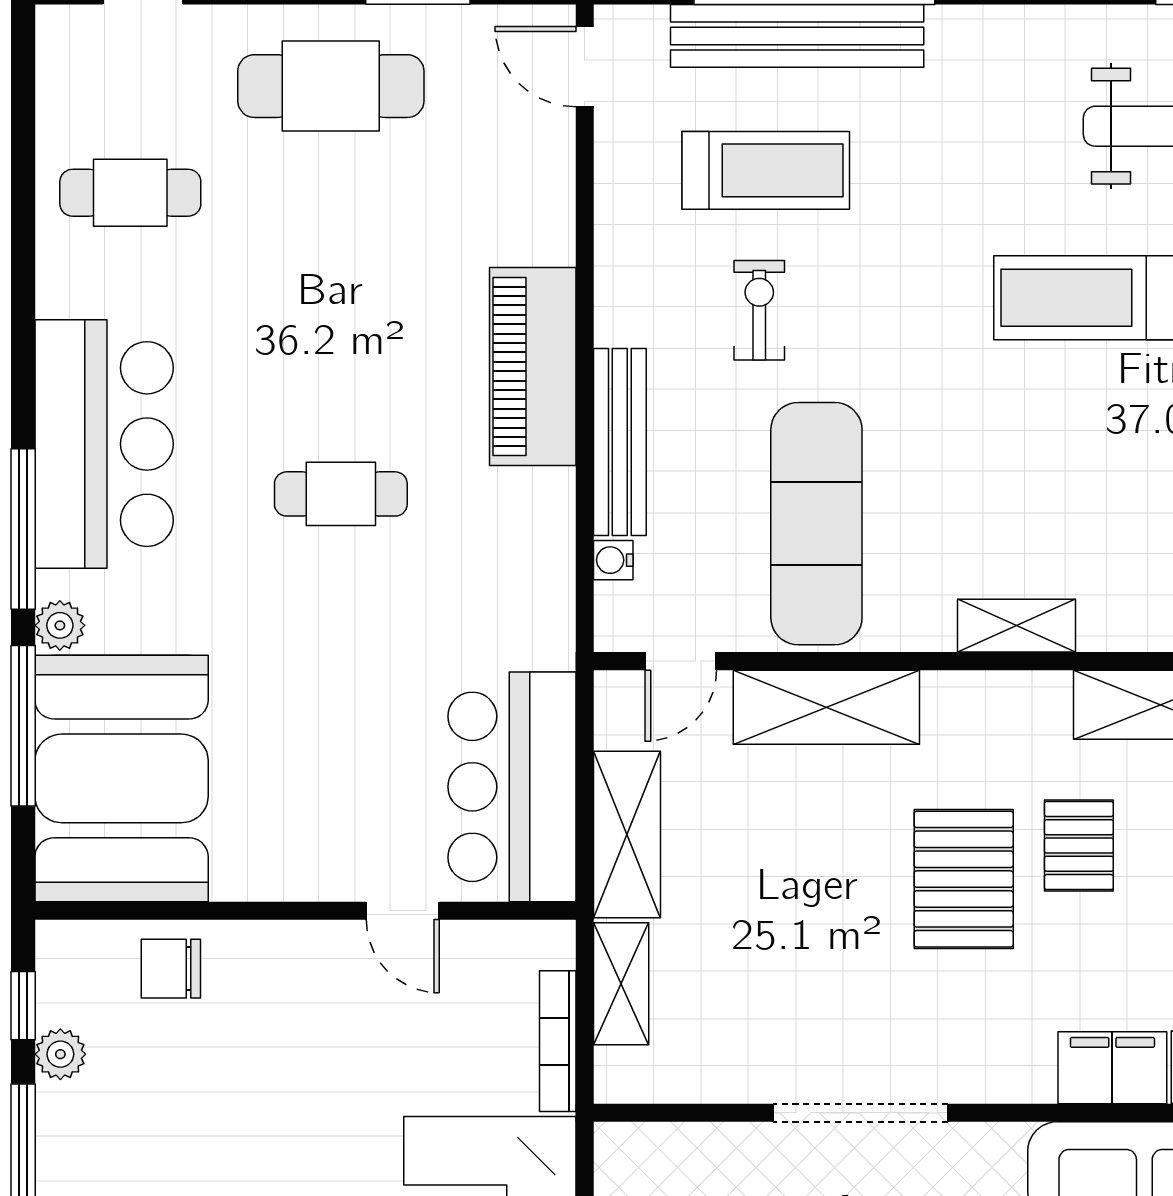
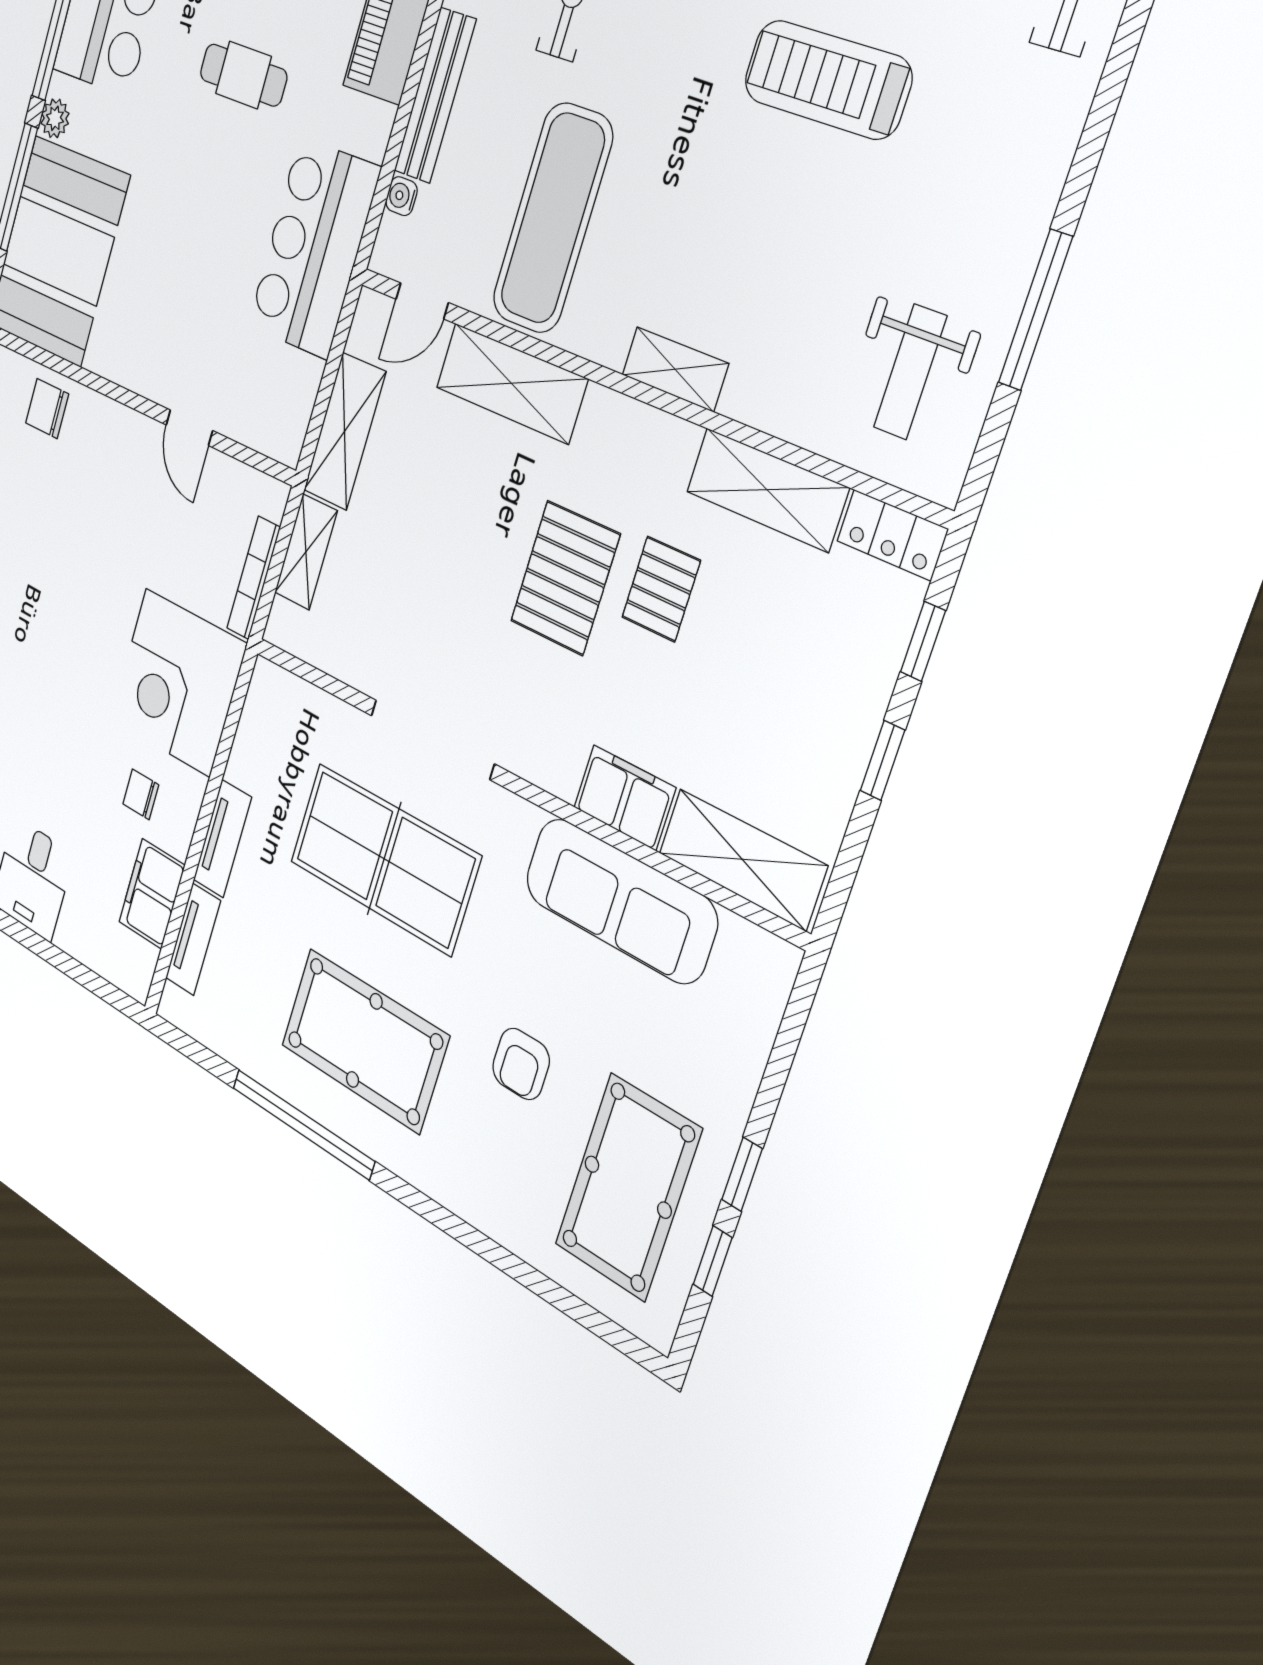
bar counter: (512, 787) -> (314, 248), moved

